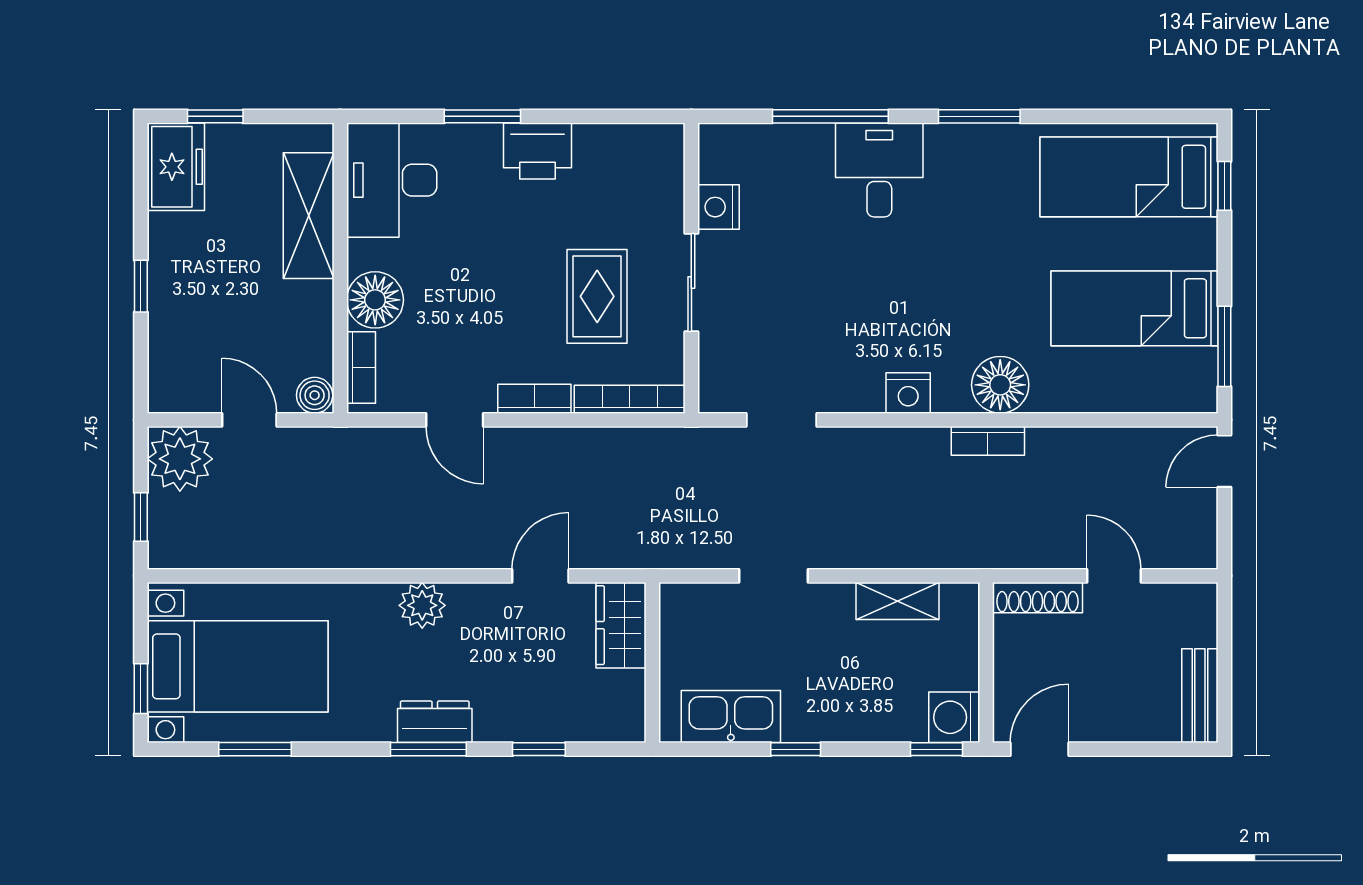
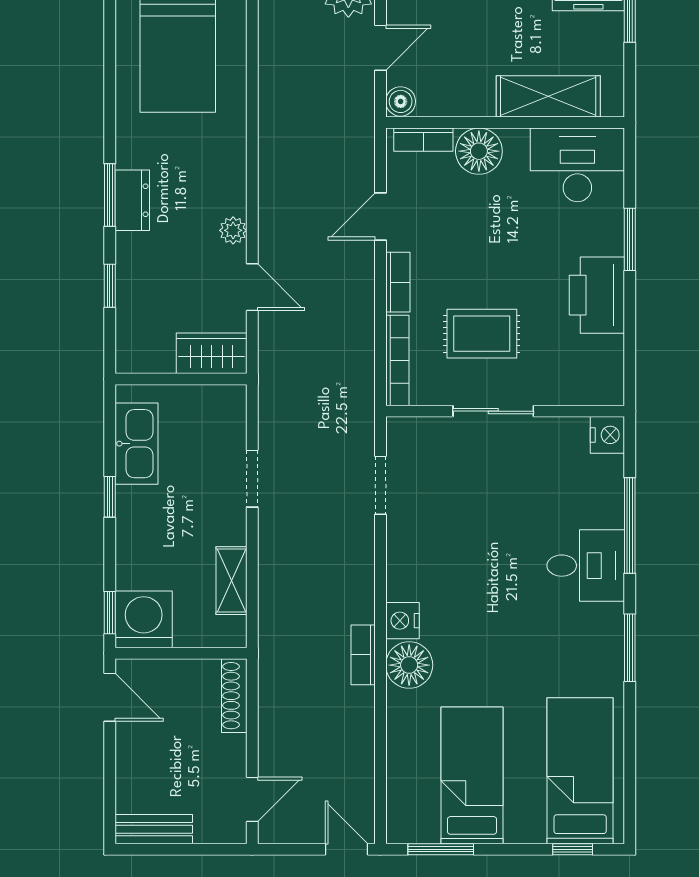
printer: (538, 151) -> (597, 295), width x1.37, depth x1.19
nightstand: (718, 207) -> (607, 435), moved, turned 90
nightstand: (908, 393) -> (402, 621), moved
door: (1114, 576) -> (252, 799), moved
plant: (422, 605) -> (233, 230), moved, width x0.73, depth x0.73
washing machine: (954, 717) -> (144, 619), width x1.37, depth x1.37
window: (255, 749) -> (110, 52), removed

